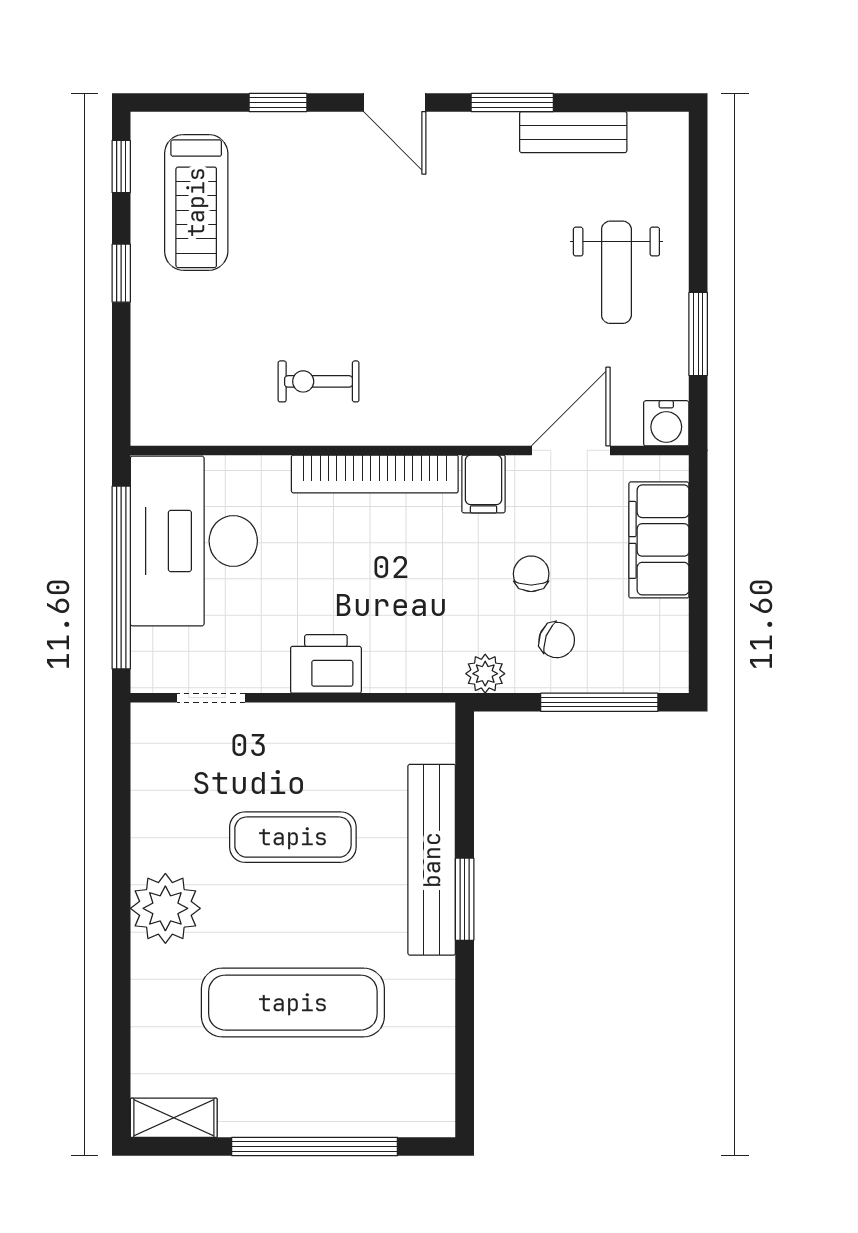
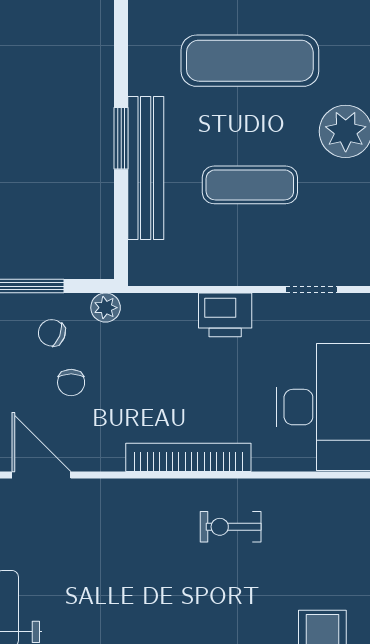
exercise bike: (319, 381) -> (231, 527), turned 180
door: (571, 450) -> (41, 475), swing flipped
filing cabinet: (483, 484) -> (107, 450), removed

